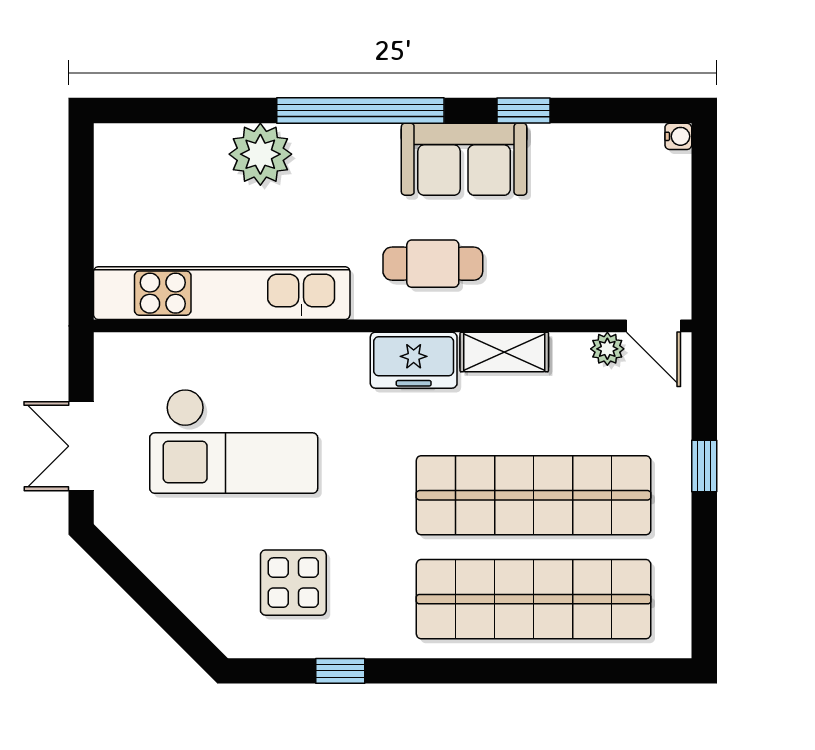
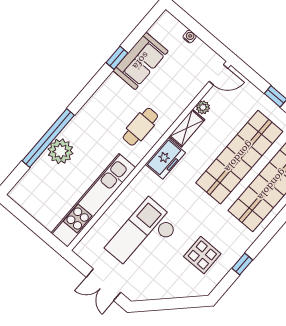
window: (360, 110) -> (48, 138), moved
water cooler: (678, 136) -> (190, 37), moved
sofa: (464, 159) -> (141, 61), moved
plant: (607, 349) -> (203, 107), moved
checkout: (234, 441) -> (143, 236), turned 180

